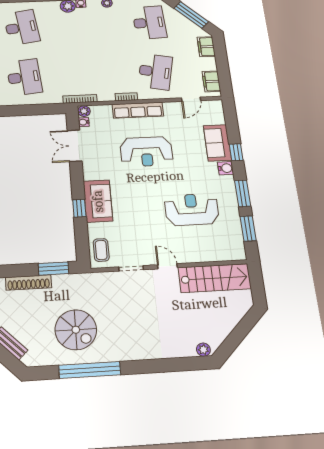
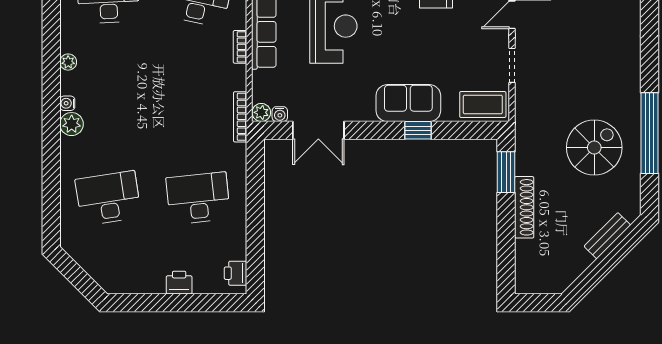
coffee table: (101, 250) -> (483, 104), width x1.36, depth x1.30

